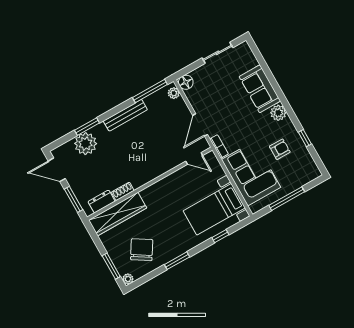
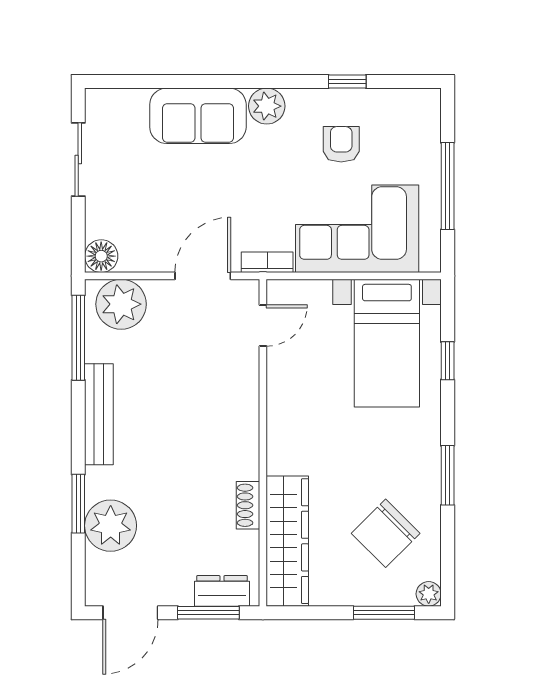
plant: (174, 93) -> (121, 304), width x1.88, depth x1.88
door: (200, 125) -> (203, 276), swing flipped
dresser: (102, 202) -> (222, 591), moved, turned 90
chair: (142, 250) -> (386, 533), turned -77

